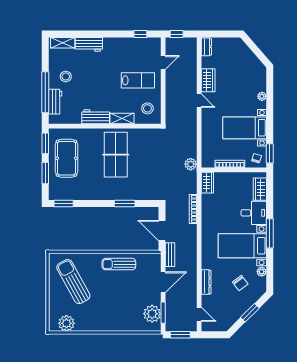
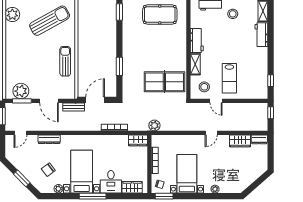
door: (163, 63) -> (216, 101), moved
wardrobe: (208, 80) -> (240, 141), moved
table tennis table: (116, 155) -> (164, 82), moved

